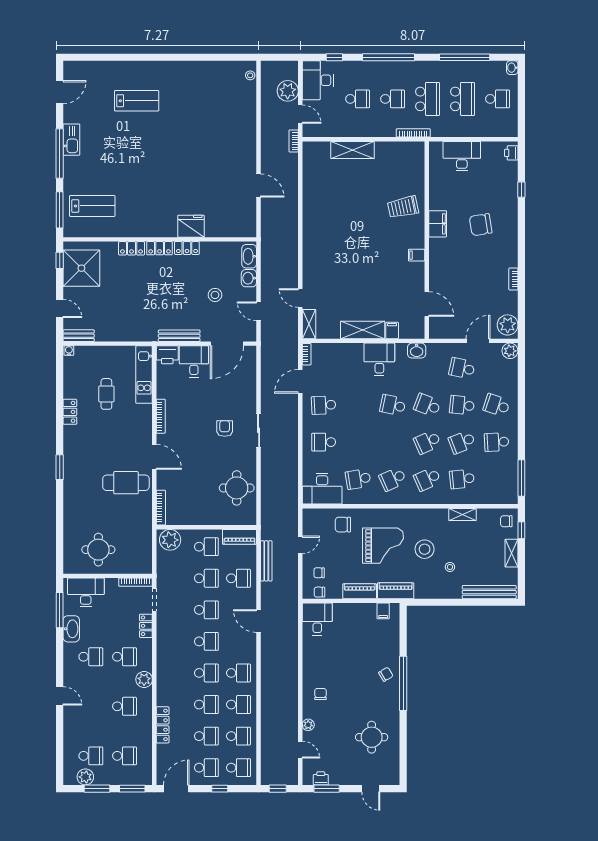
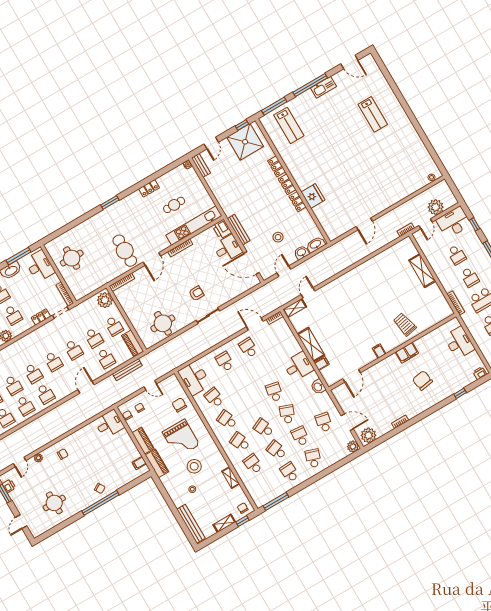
kitchen unit: (144, 375) -> (194, 226), width x1.36

